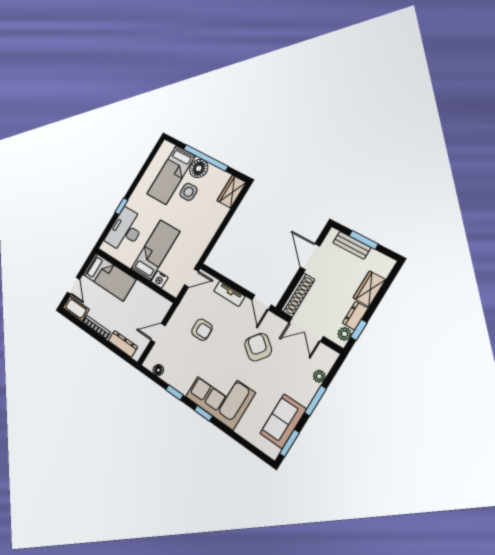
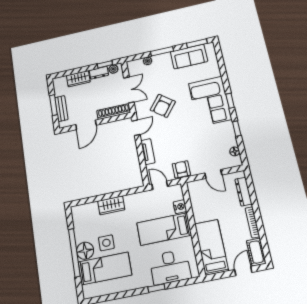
wardrobe: (232, 192) -> (111, 205), moved
armchair: (202, 330) -> (181, 169), moved

